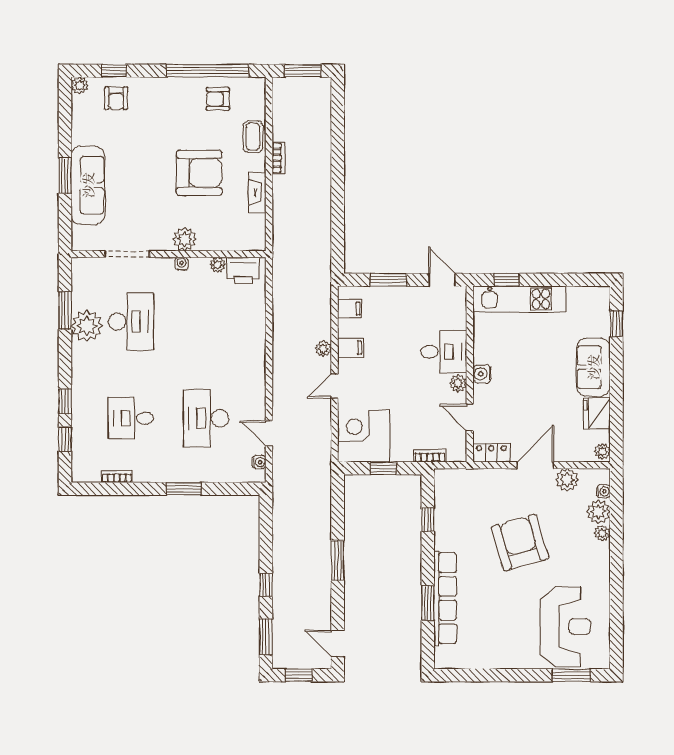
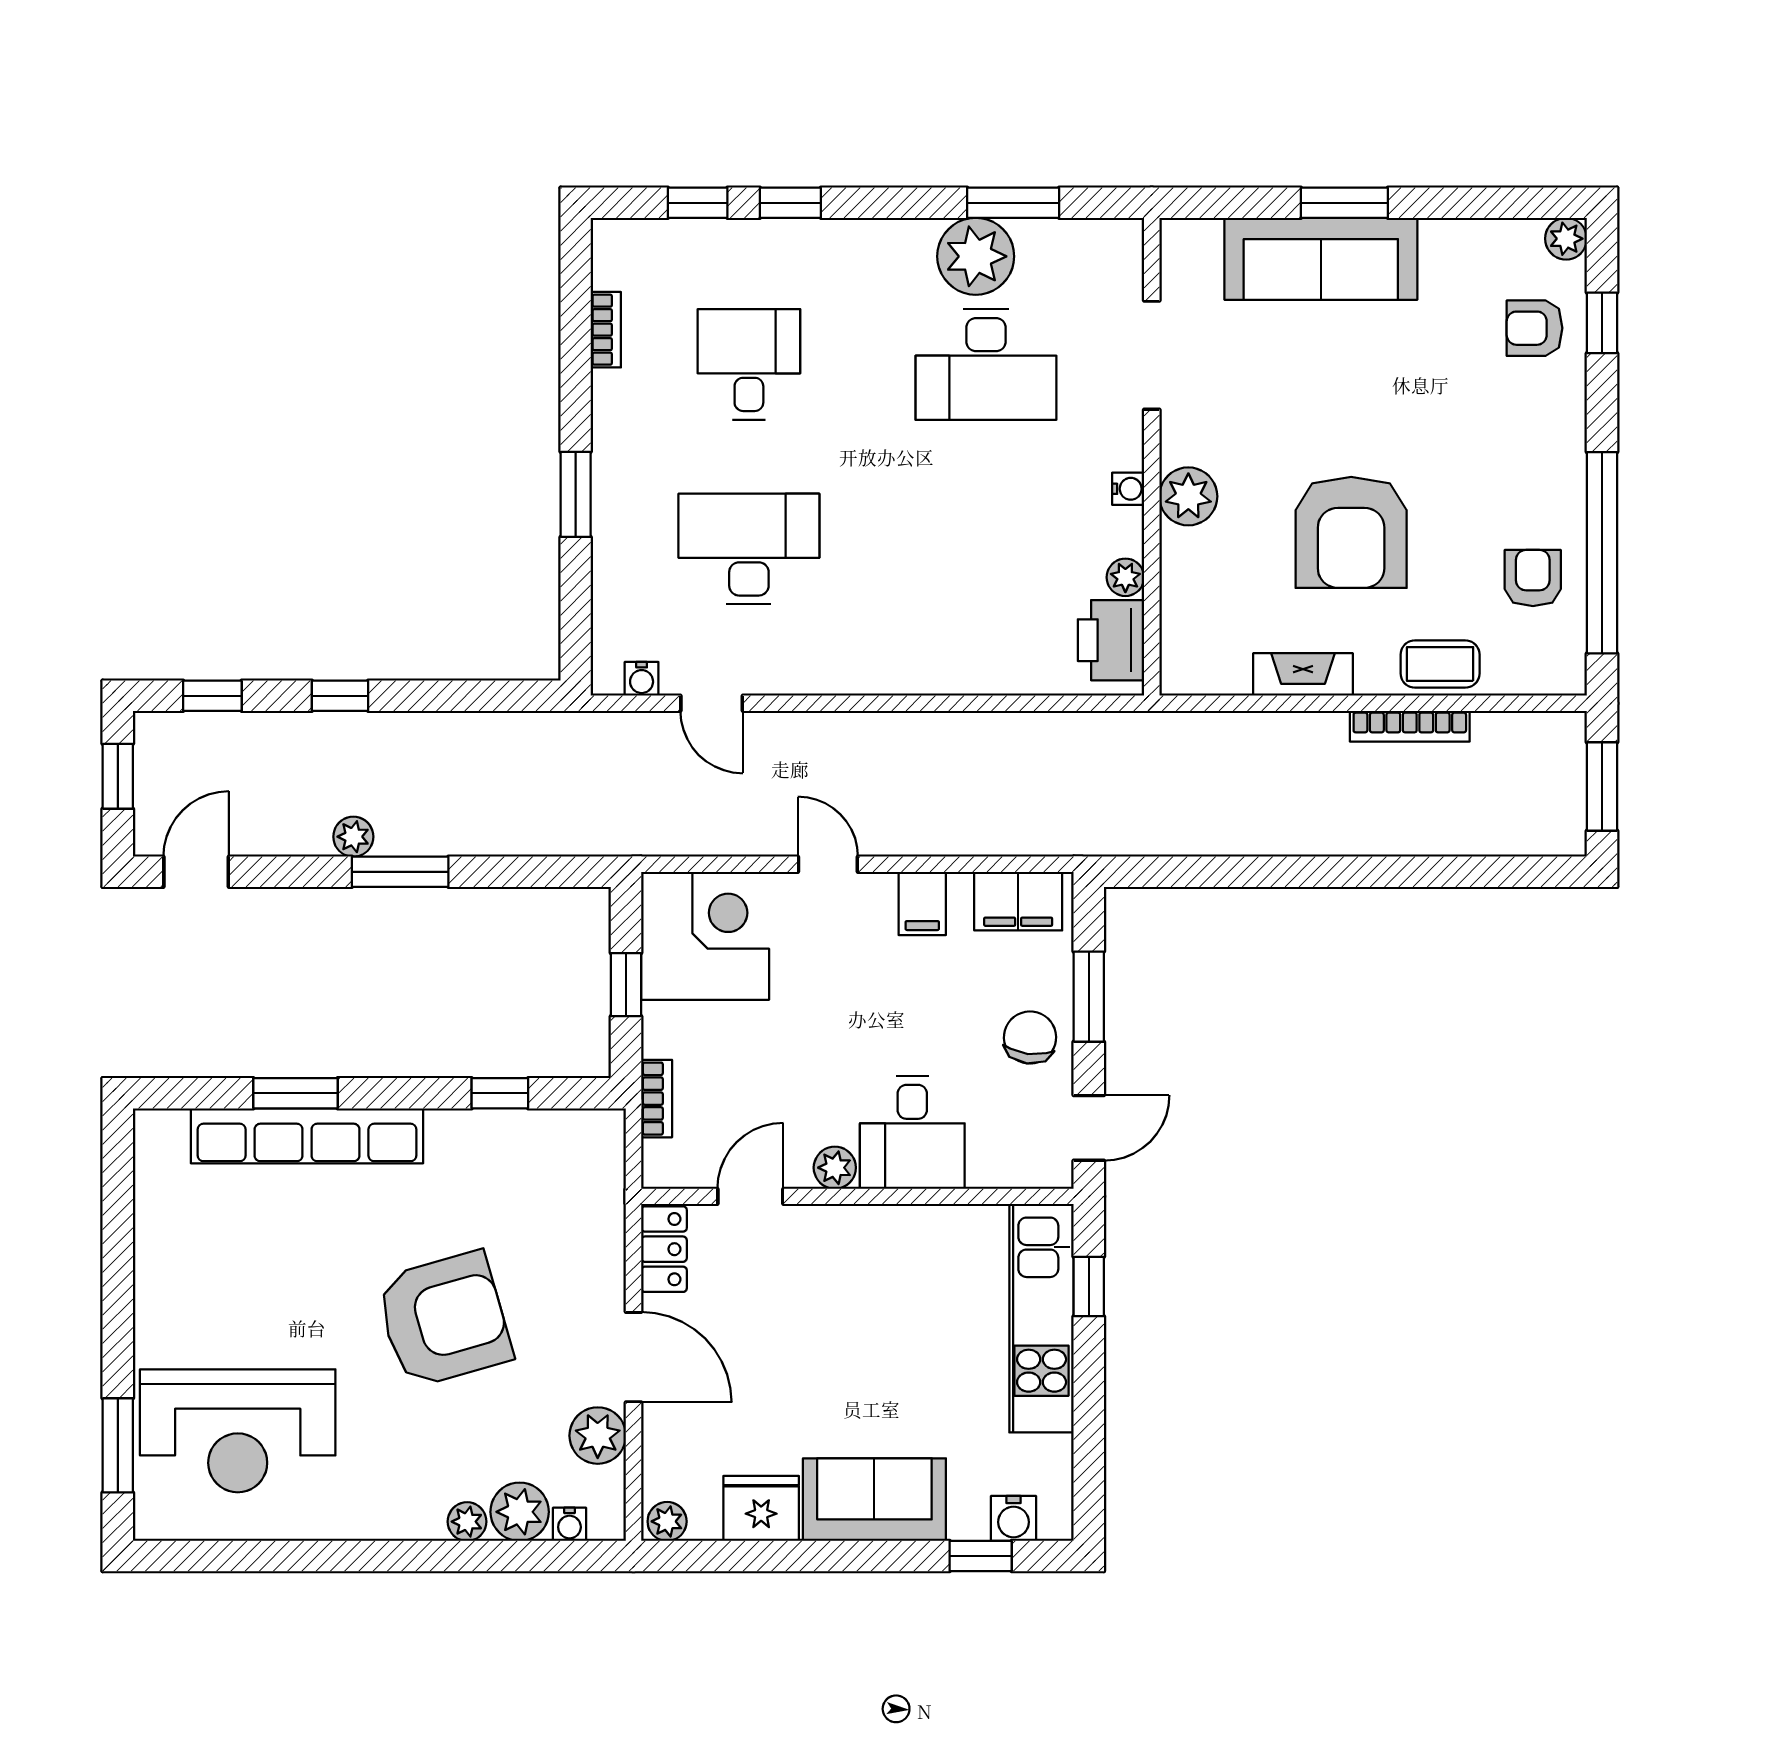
bookcase: (278, 158) -> (1410, 726), width x1.56
chair: (405, 304) -> (1030, 1037), added
filing cabinet: (350, 309) -> (1018, 901), width x2.00
plant: (323, 349) -> (353, 837), moved
water cooler: (482, 374) -> (1013, 1518), moved, turned 180
door: (269, 433) -> (712, 703), swing flipped
window: (266, 637) -> (212, 696), width x0.67

